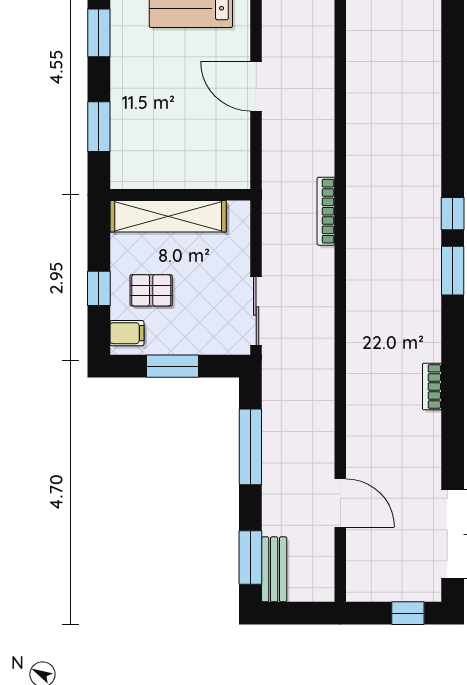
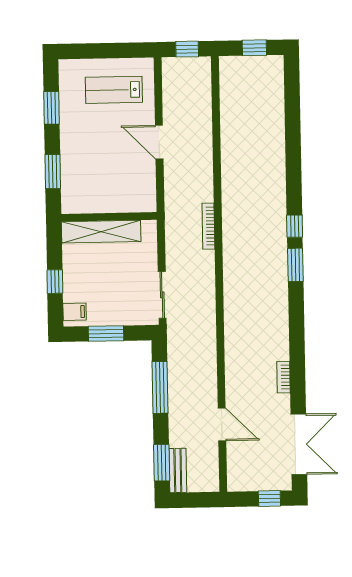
pallet: (151, 290) -> (91, 282), removed
bookcase: (432, 386) -> (283, 377), moved

